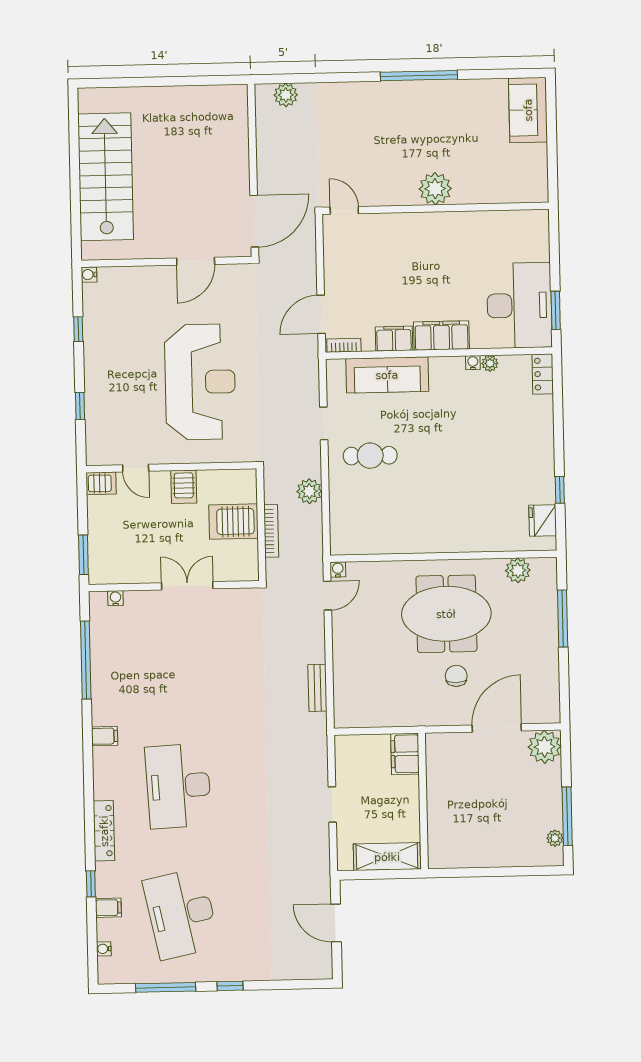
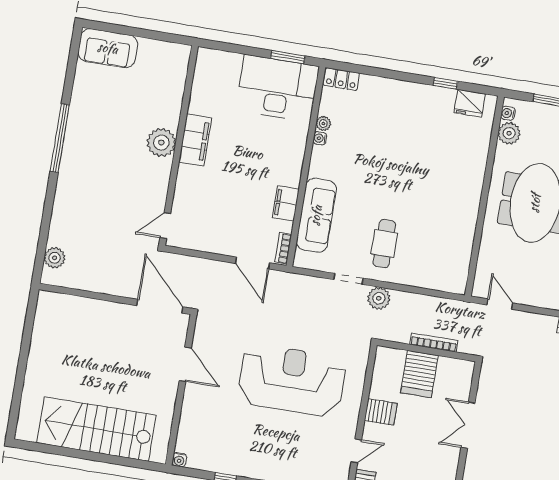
filing cabinet: (441, 335) -> (195, 140), moved, turned 180
plant: (309, 491) -> (379, 298), moved
water cooler: (338, 569) -> (508, 113), moved

